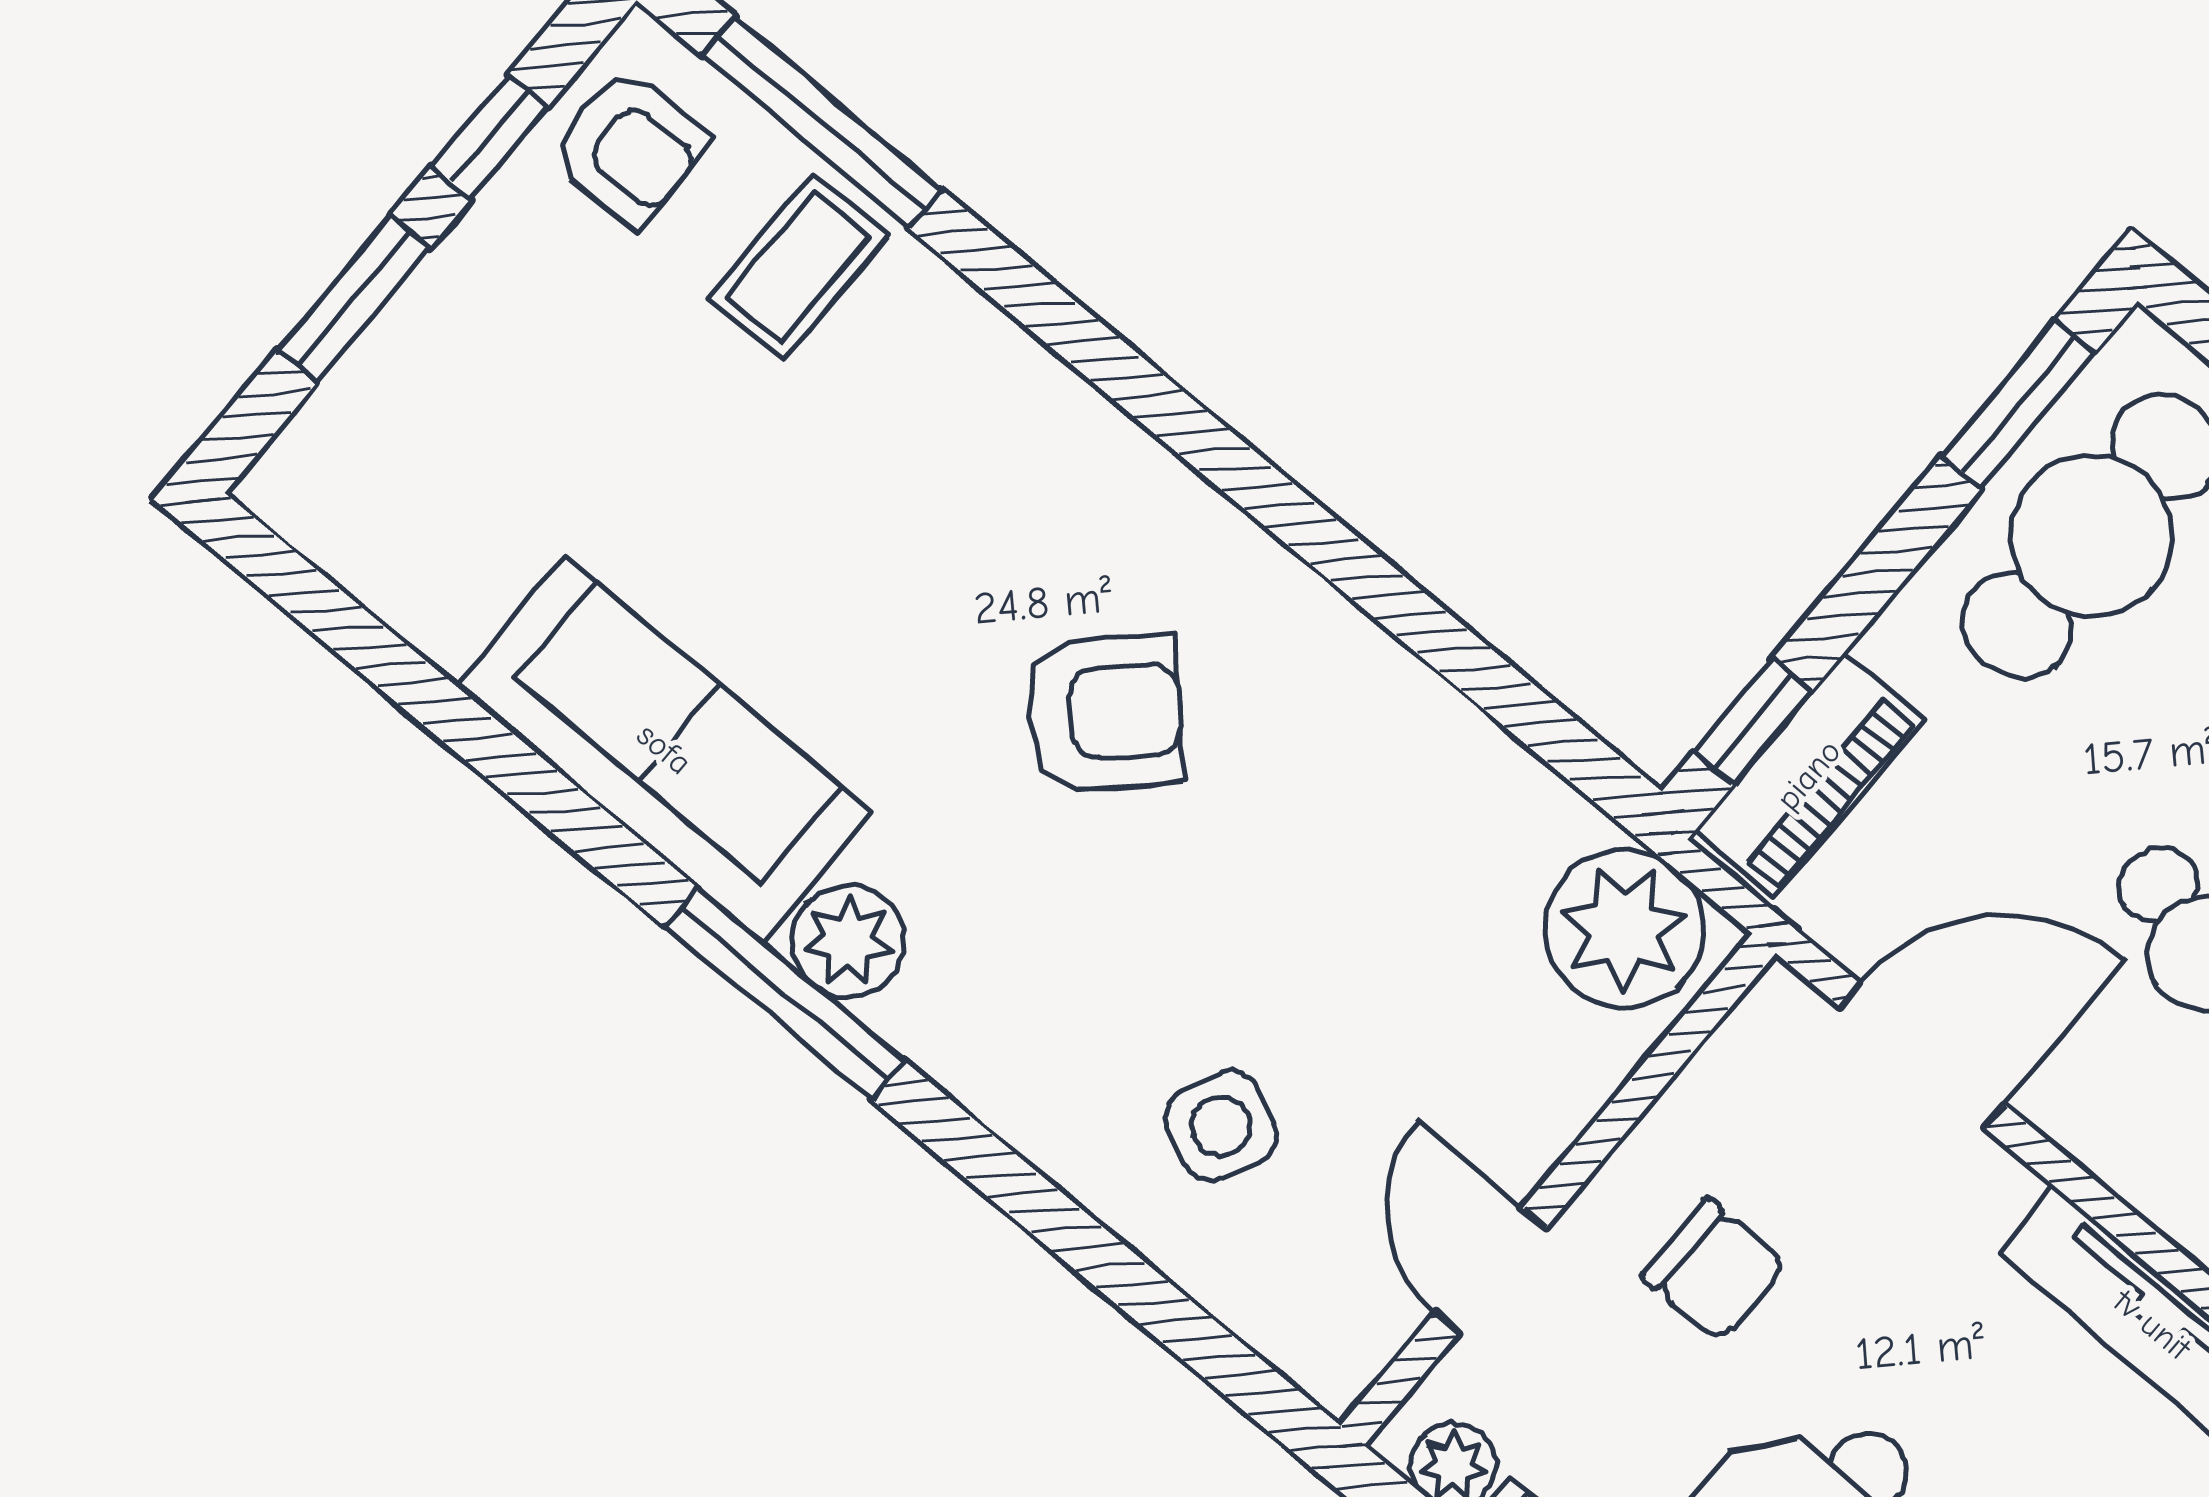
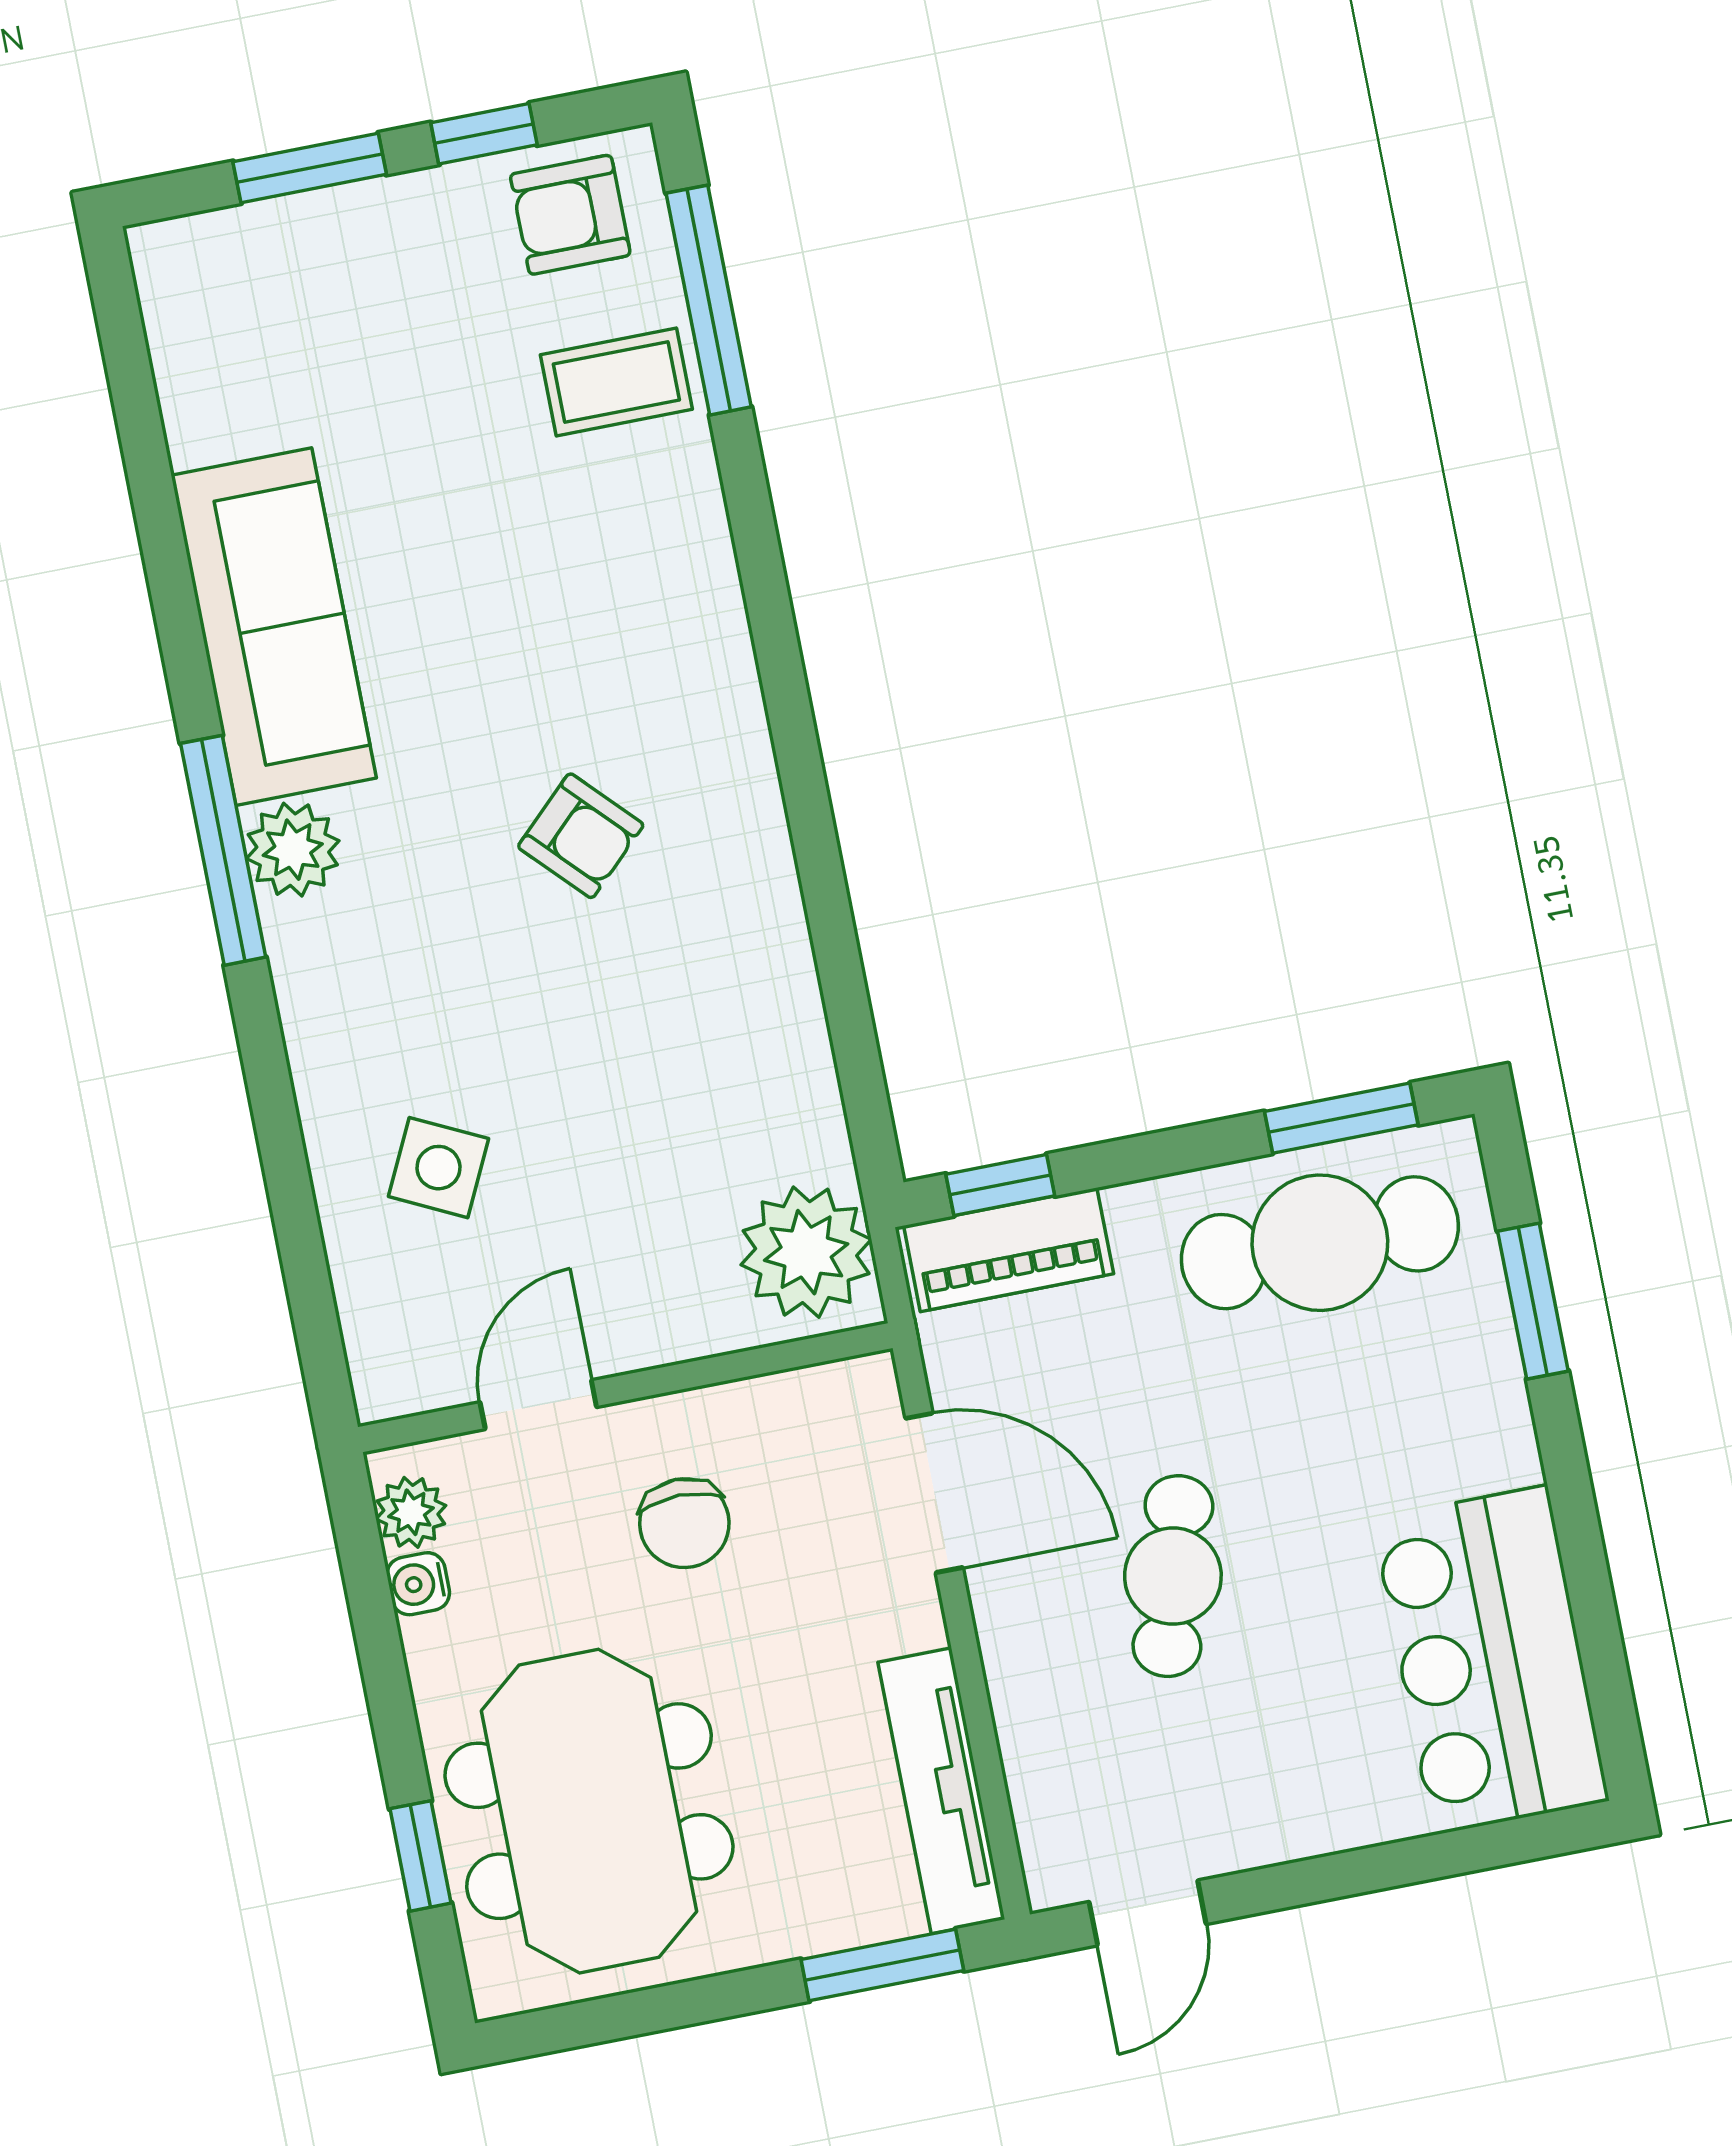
armchair: (630, 147) -> (570, 215), turned 90
armchair: (1104, 713) -> (581, 836), width x0.72, depth x0.72

